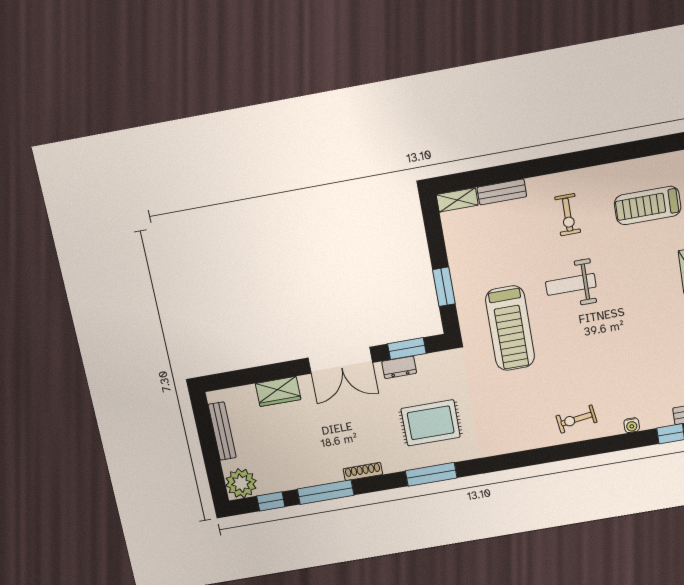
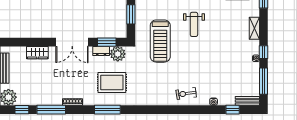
weight bench: (571, 284) -> (194, 24), turned -90
plant: (432, 367) -> (118, 54), added

